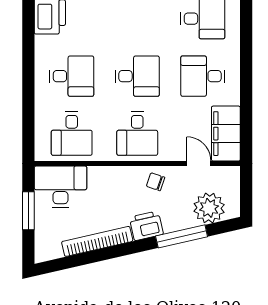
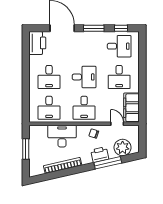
desk: (72, 76) -> (49, 77), turned 90
desk: (203, 76) -> (119, 77), turned -90
desk: (60, 186) -> (62, 136), moved
printer: (146, 226) -> (100, 155), moved

